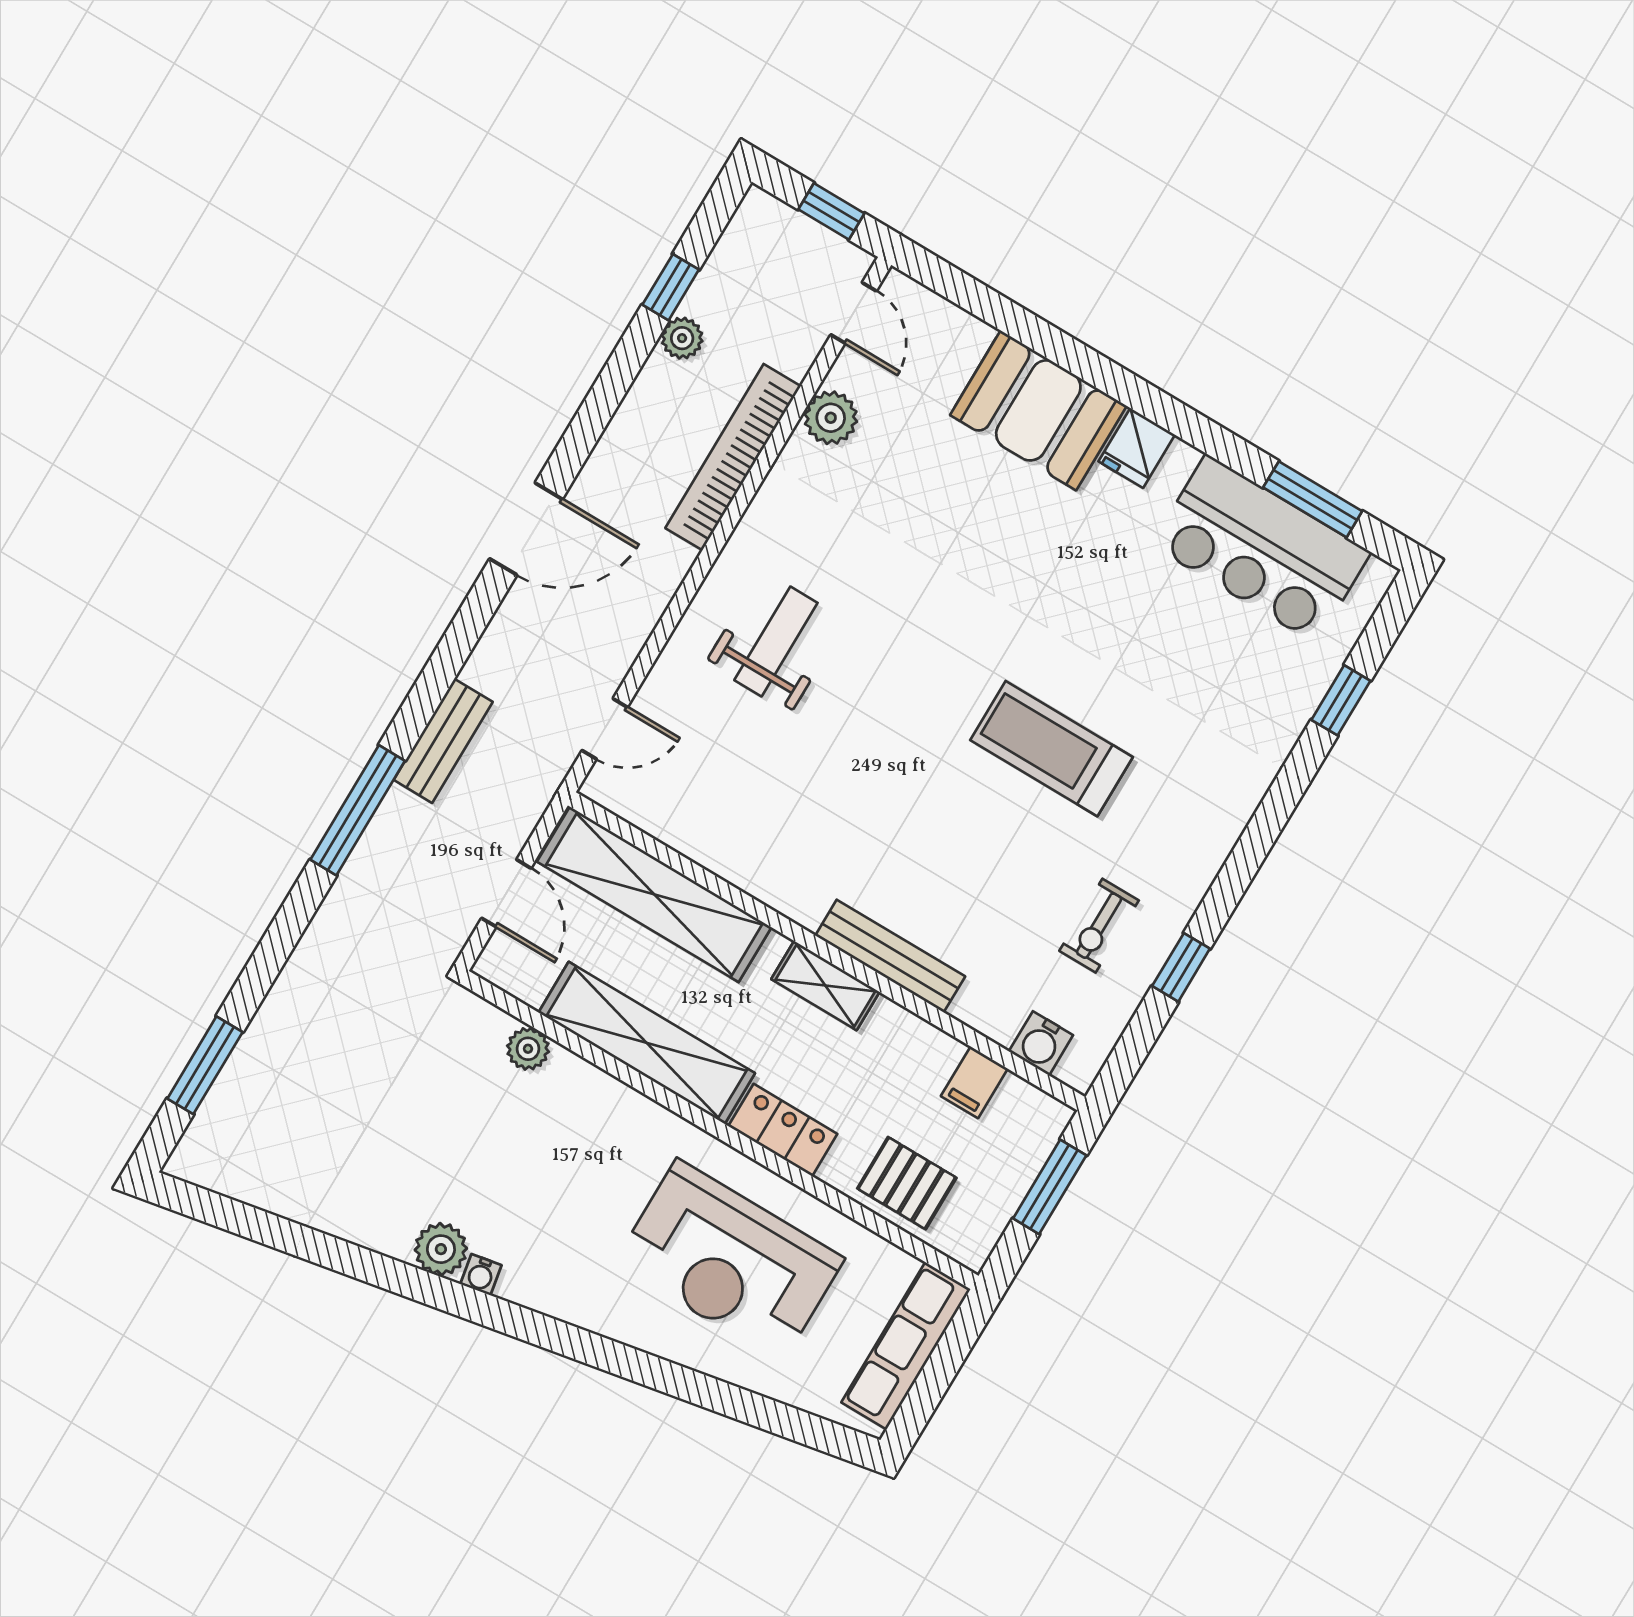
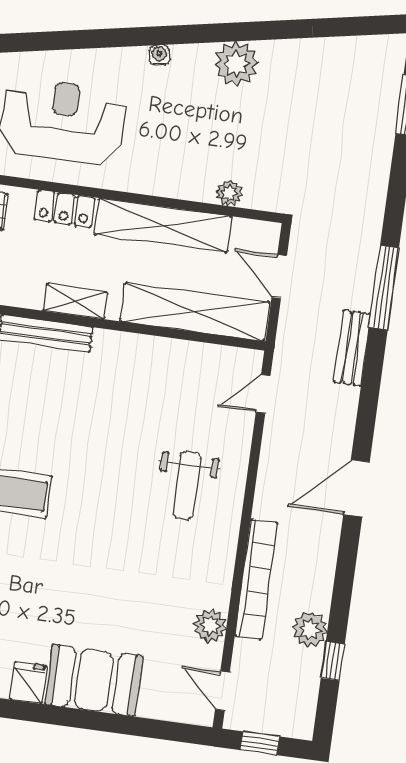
plant: (682, 338) -> (310, 629), width x1.38, depth x1.38
plant: (441, 1249) -> (236, 64), width x1.36, depth x1.36
water cooler: (481, 1275) -> (159, 55), moved

